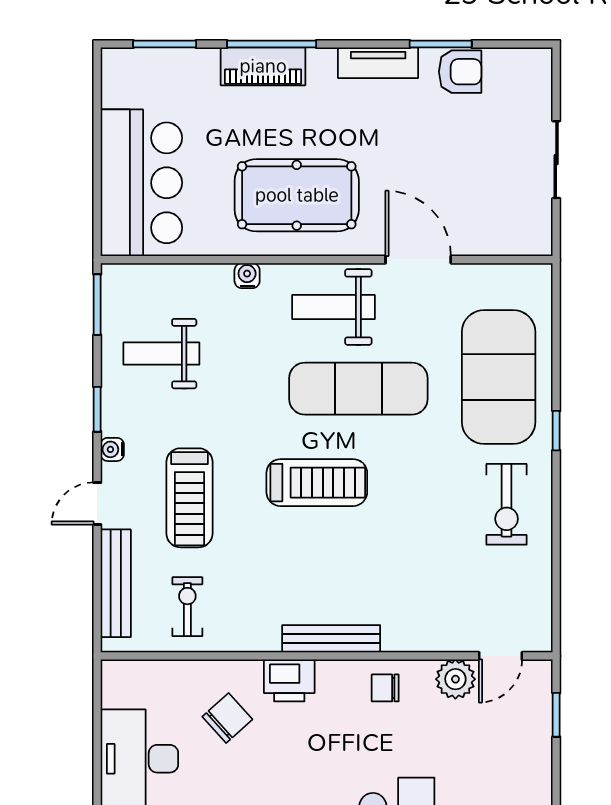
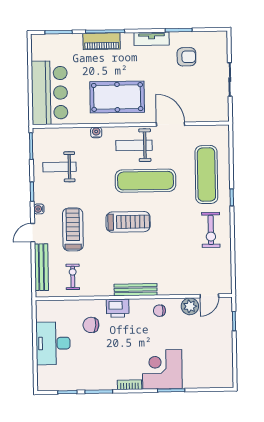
armchair: (460, 72) -> (186, 57), moved
exercise mat: (499, 377) -> (206, 175), width x0.68
treadmill: (190, 498) -> (73, 229), turned 180
chair: (227, 718) -> (91, 325), turned -133

